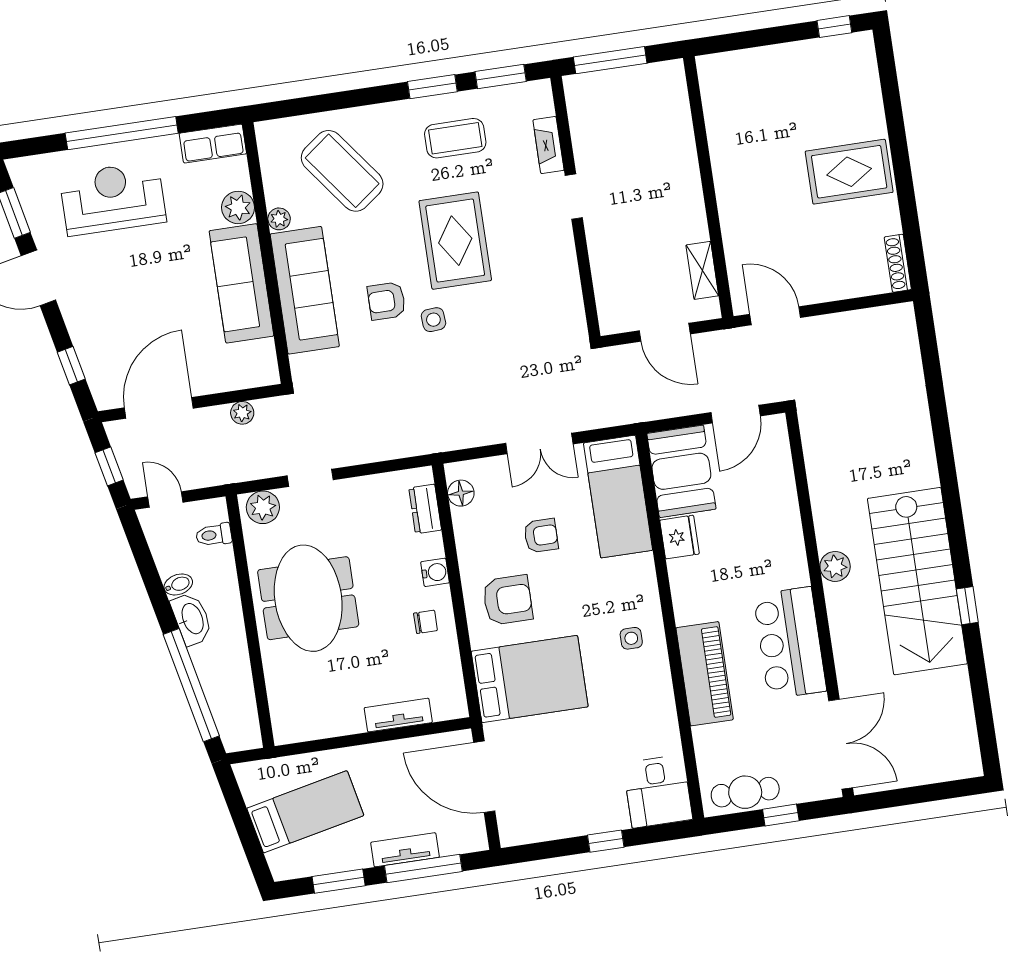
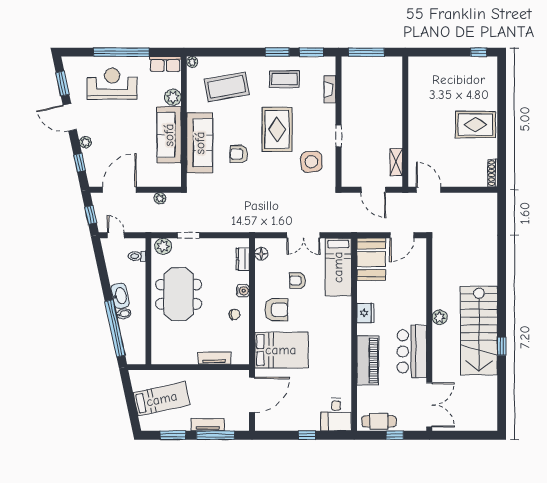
coffee table: (342, 171) -> (227, 87), turned -63
doorway: (574, 197) -> (339, 136), moved
plant: (279, 219) -> (192, 62), moved
side table: (433, 320) -> (311, 162), moved, width x1.87, depth x1.87
plant: (77, 323) -> (85, 142), added
armchair: (541, 536) -> (298, 281), turned 180
fridge: (679, 537) -> (365, 313), moved
bidet: (178, 584) -> (124, 314), moved
side table: (631, 638) -> (334, 338), removed
door: (484, 777) -> (252, 395), swing flipped

